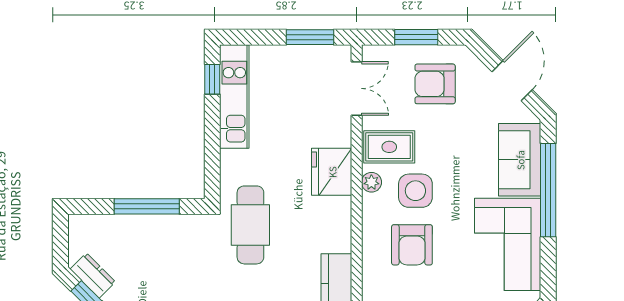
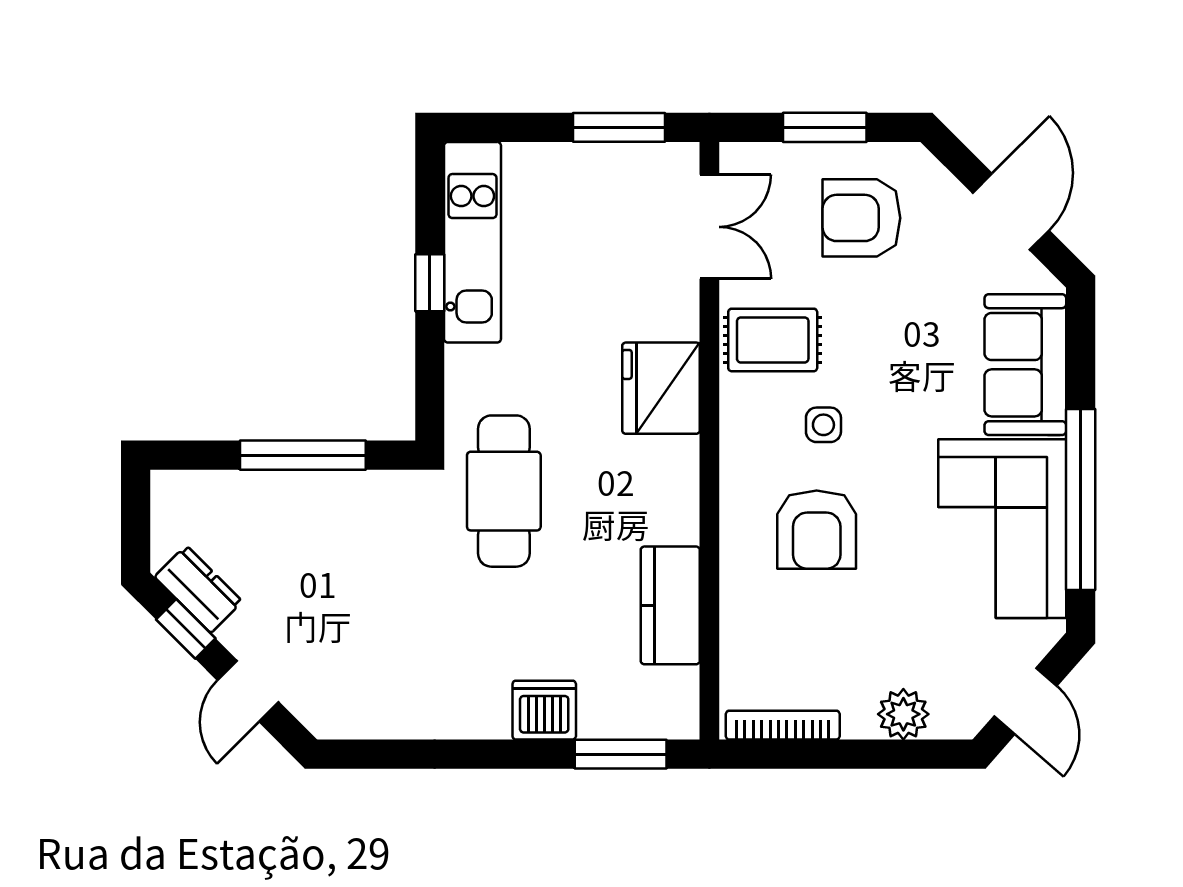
window: (212, 79) -> (430, 283), moved
plant: (371, 182) -> (738, 408), removed
window: (548, 190) -> (1081, 500), moved
side table: (415, 191) -> (823, 425), width x0.54, depth x0.54

